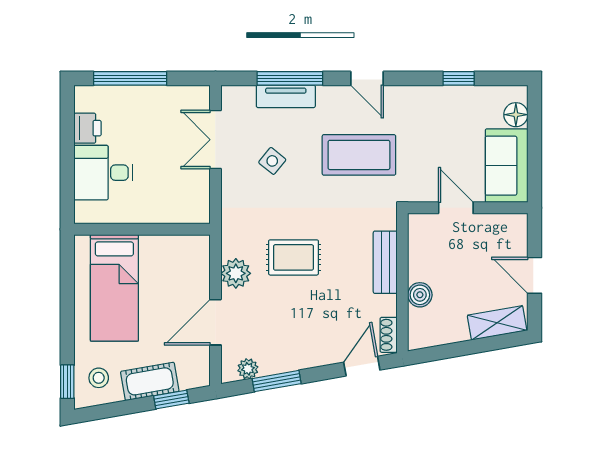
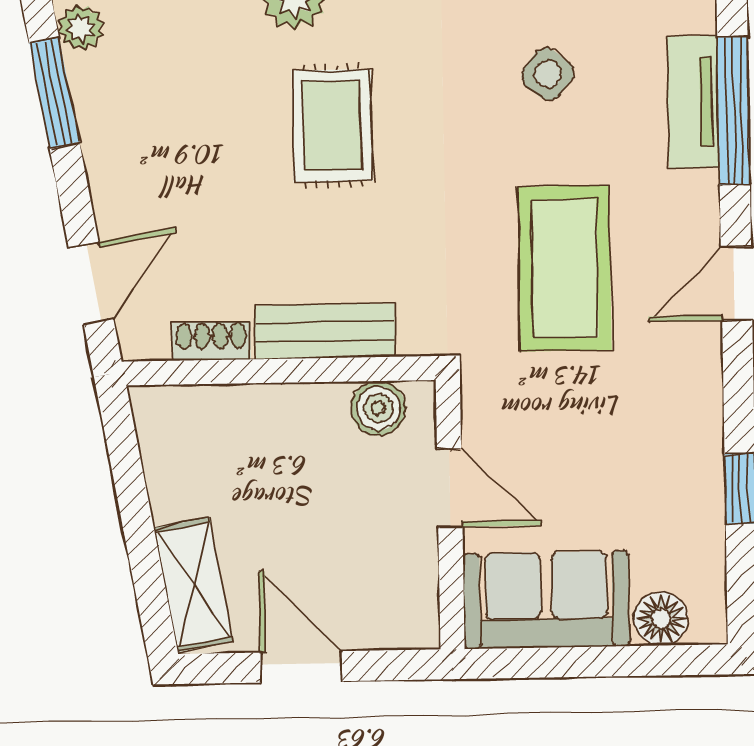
door: (456, 208) -> (450, 488), hinge flipped
door: (535, 275) -> (301, 667), hinge flipped
boiler: (420, 295) -> (378, 408), moved
shoe rack: (389, 335) -> (211, 341), moved
door: (362, 366) -> (91, 283), hinge flipped

